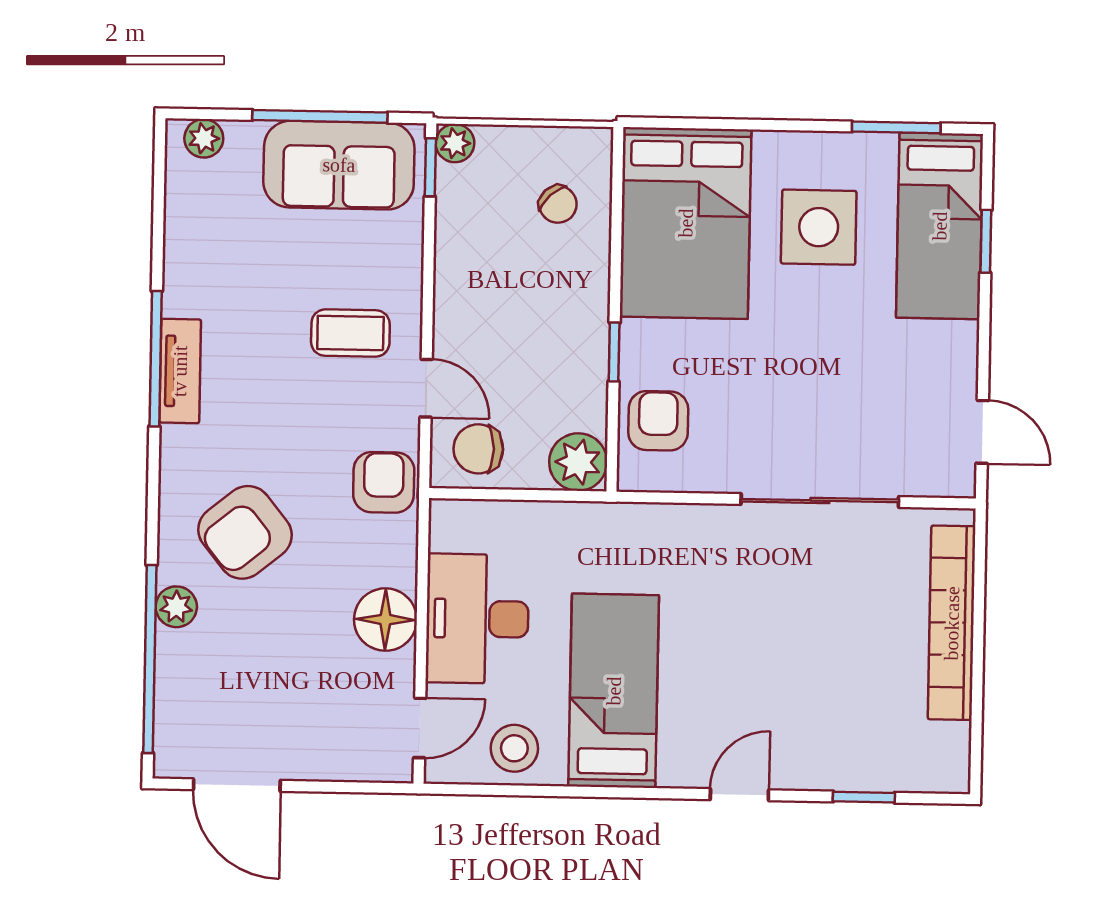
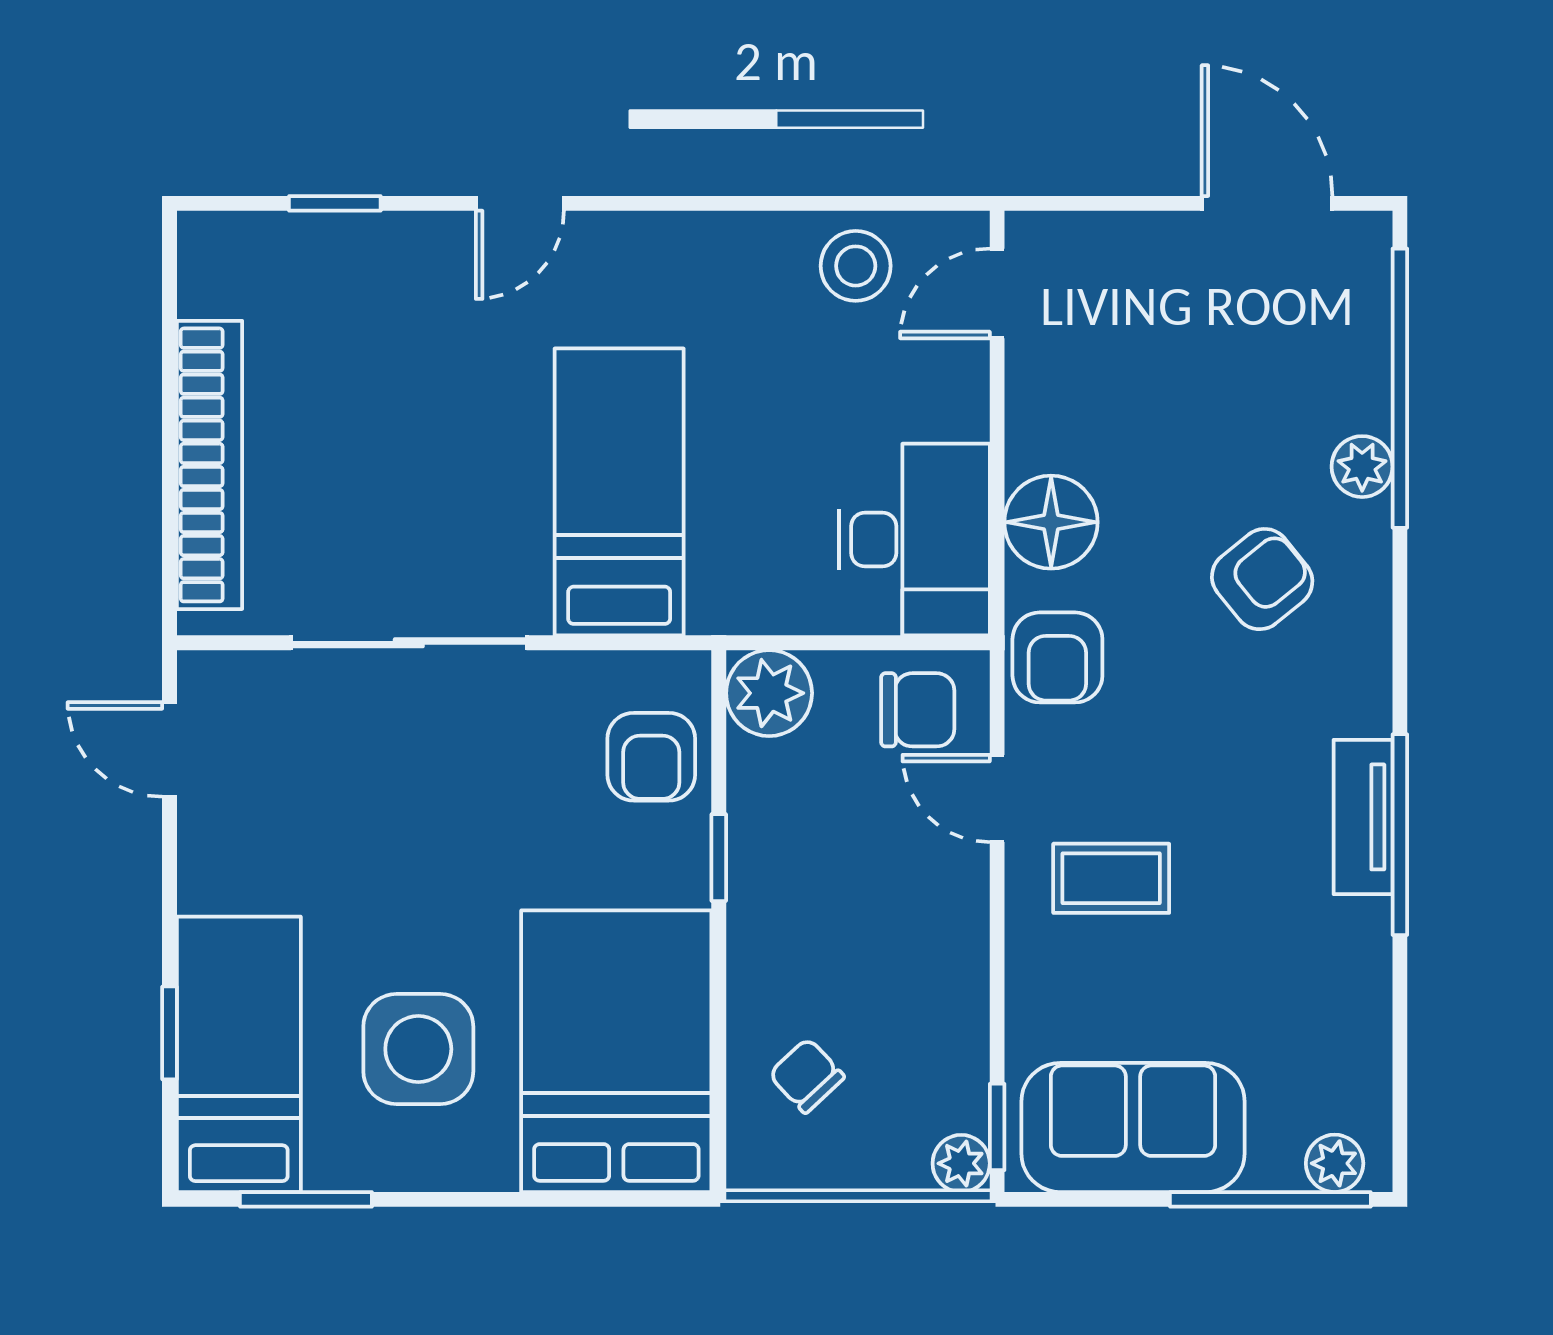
window: (320, 116) -> (1270, 1199), moved
armchair: (245, 532) -> (1262, 579), width x0.72, depth x0.72
desk: (477, 619) -> (914, 540), moved
floor lamp: (385, 620) -> (1051, 522), moved
bed: (614, 691) -> (619, 492), moved, turned 180

